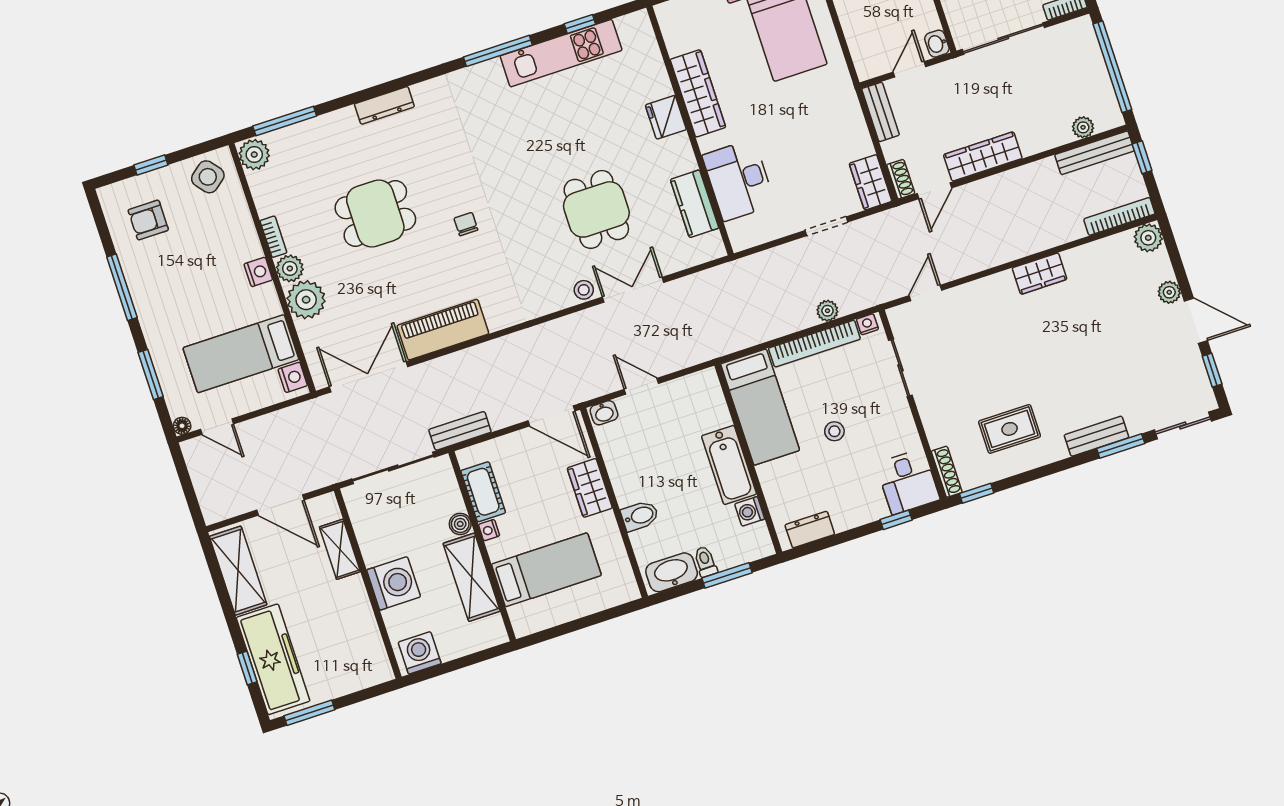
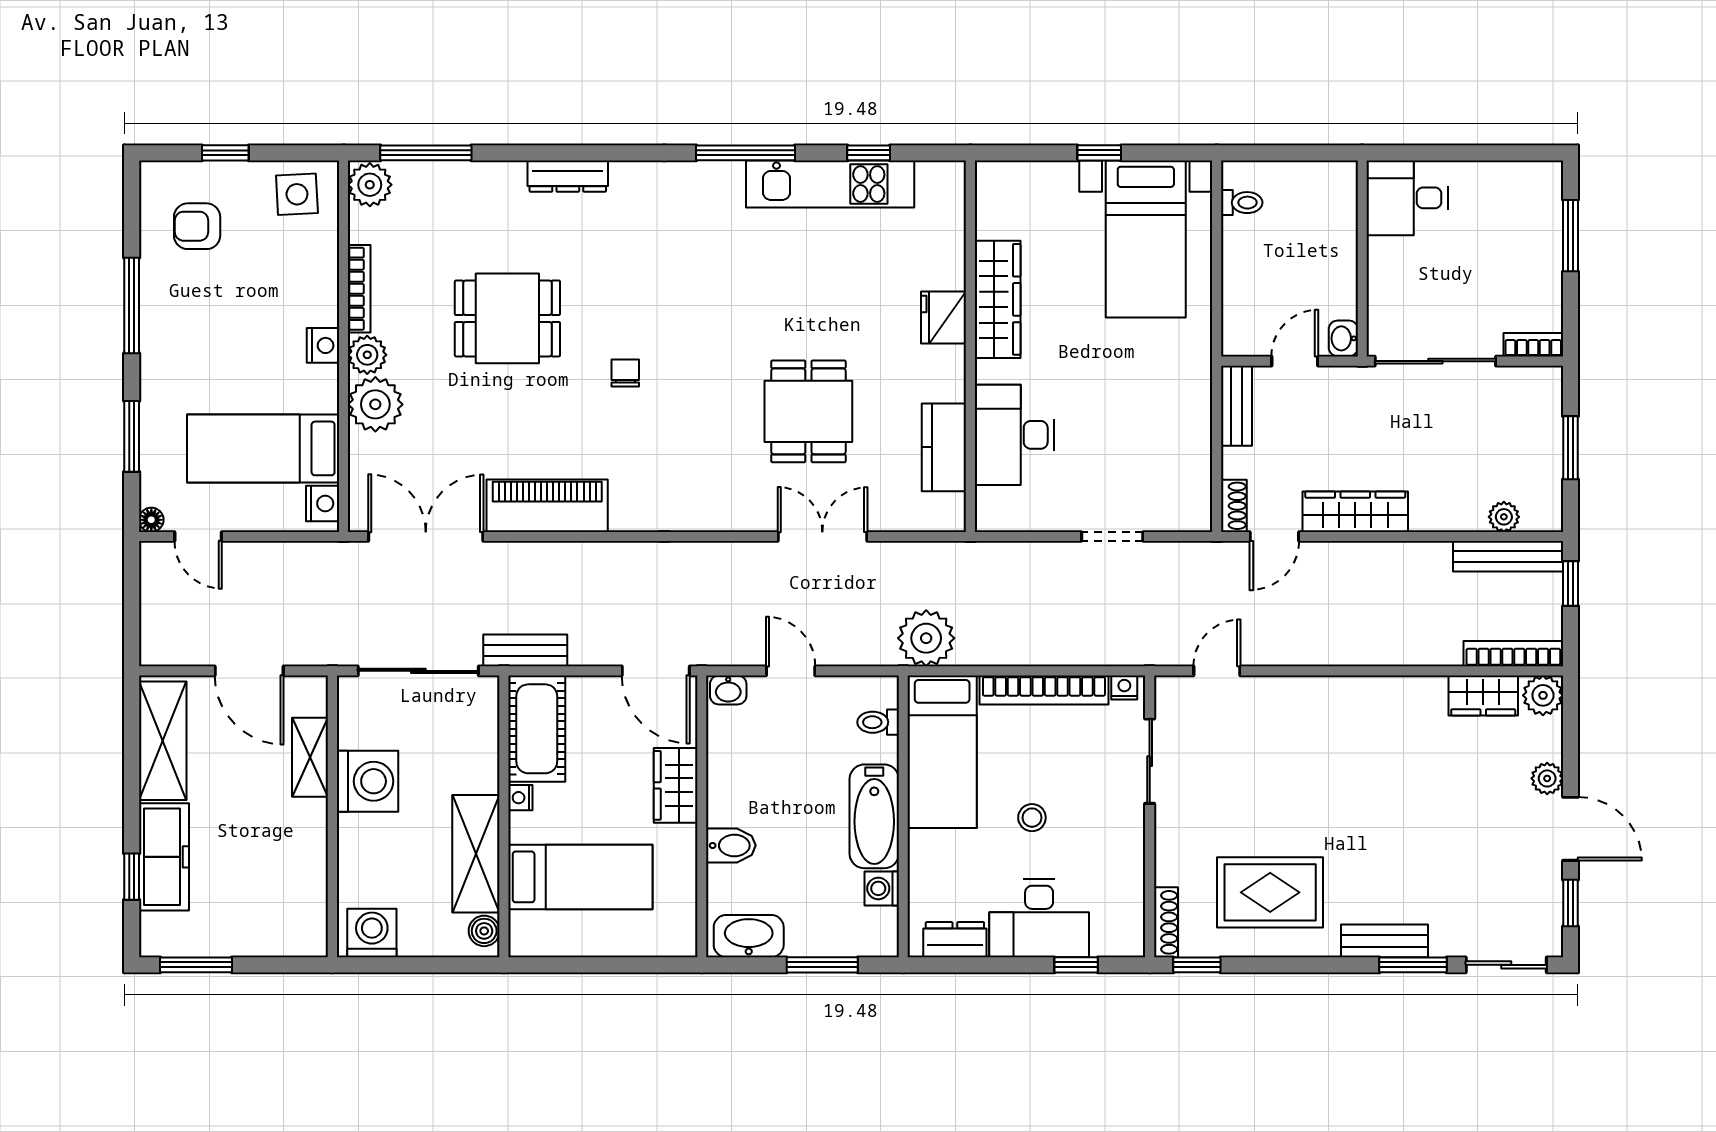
window: (1112, 67) -> (1570, 448), width x0.47
side table: (208, 177) -> (297, 194), turned 36
wardrobe: (871, 182) -> (1192, 497), removed
bookcase: (273, 237) -> (359, 289), width x1.56
wardrobe: (1040, 274) -> (1483, 695), moved
stool: (584, 290) -> (756, 515), removed
plant: (827, 311) -> (926, 638), moved, width x1.87, depth x1.87
rug: (1010, 429) -> (1270, 892), width x1.36, depth x1.43
desk: (908, 482) -> (1039, 918), moved, width x1.37
cot: (483, 492) -> (537, 729), width x1.37, depth x1.34
boiler: (460, 524) -> (484, 931), moved
toilet: (705, 562) -> (878, 722), moved, turned -90
washing machine: (394, 583) -> (367, 781), moved
freezer: (273, 659) -> (164, 857), width x0.73, depth x0.79

